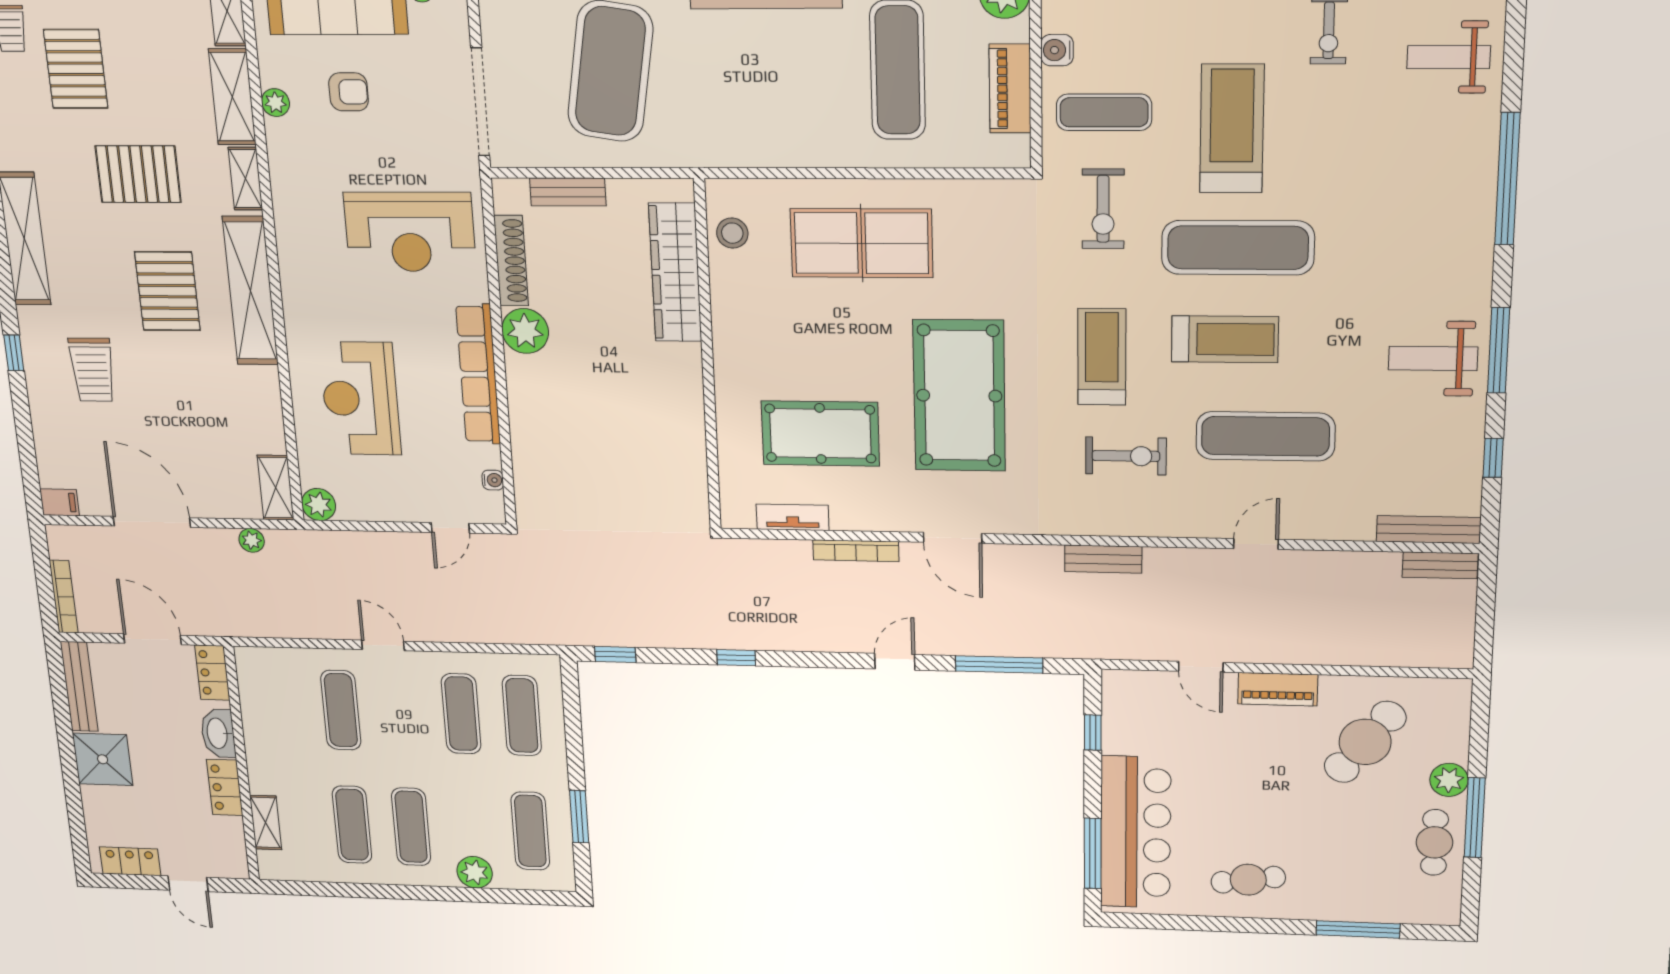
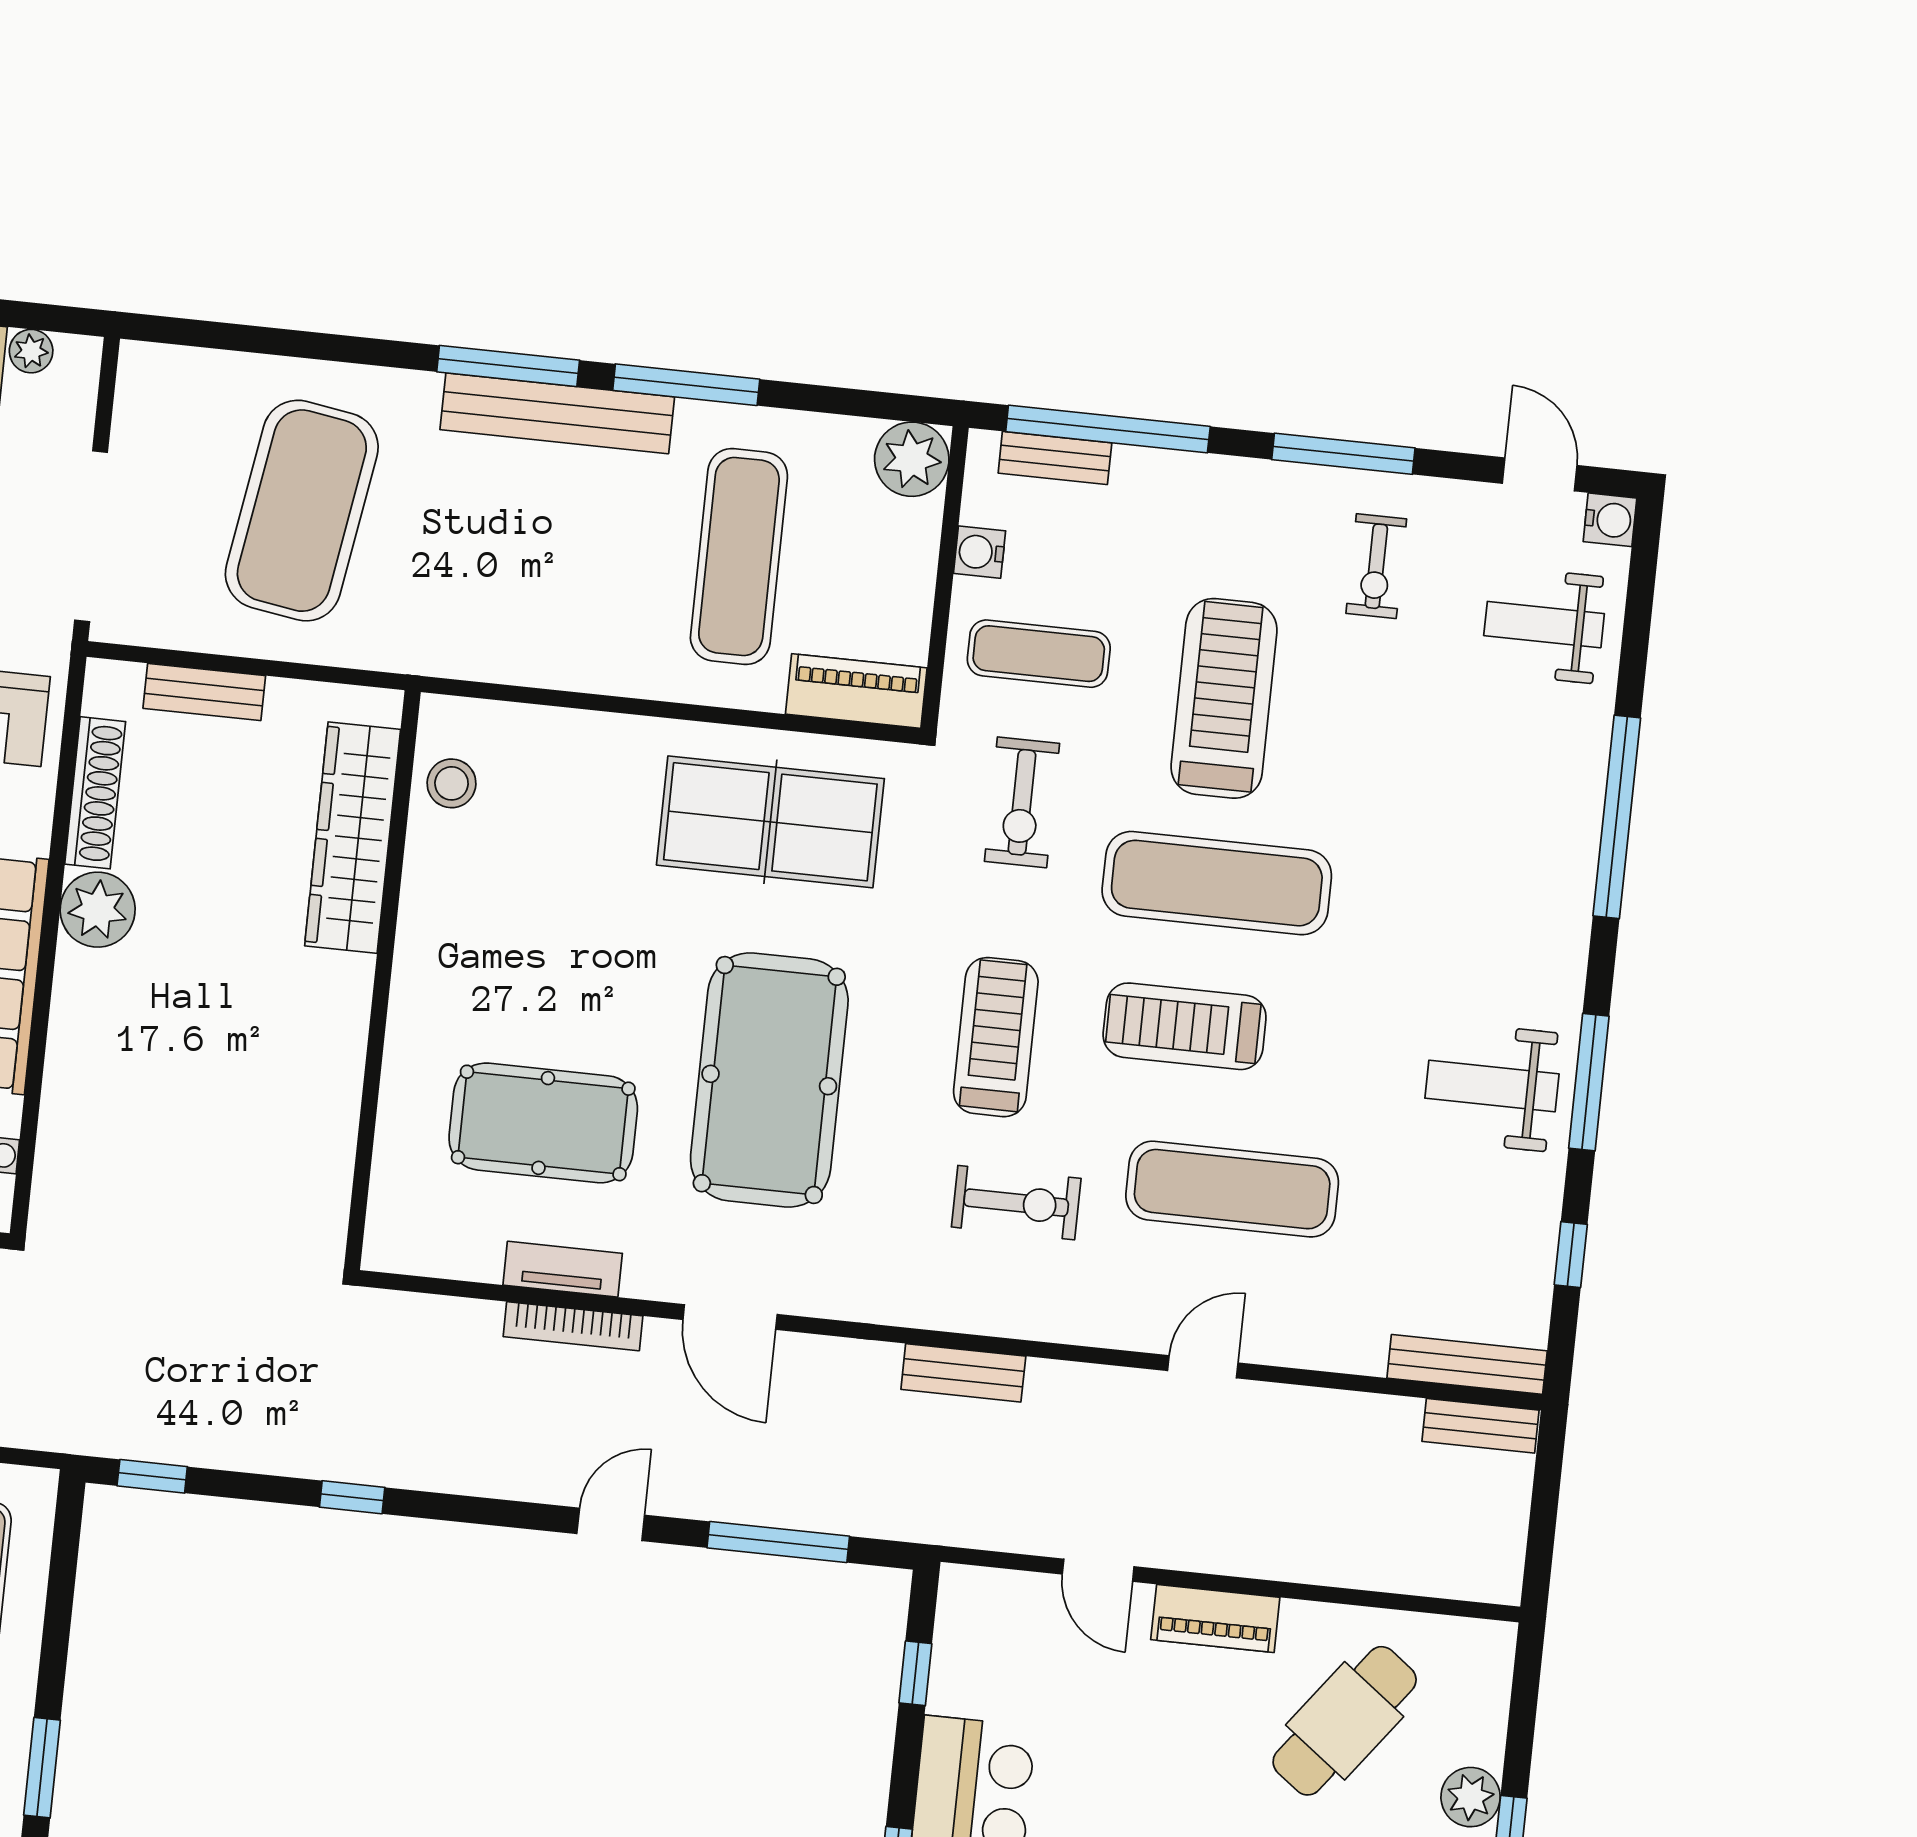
piano: (1010, 89) -> (856, 691), moved, turned 90
table tennis table: (862, 243) -> (770, 822), moved
treadmill: (1225, 339) -> (1185, 1026), turned 180
tv unit: (793, 517) -> (563, 1269), moved

